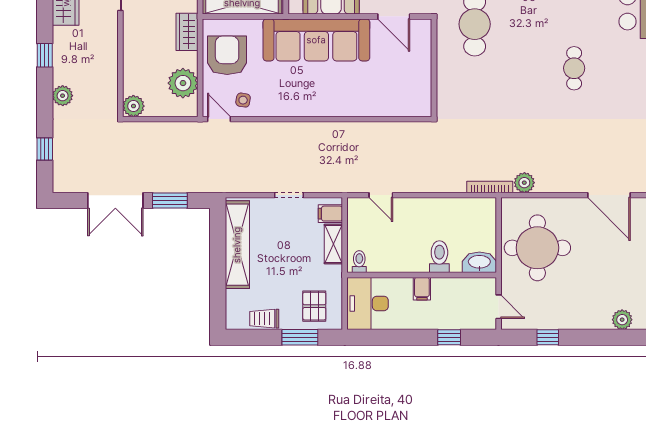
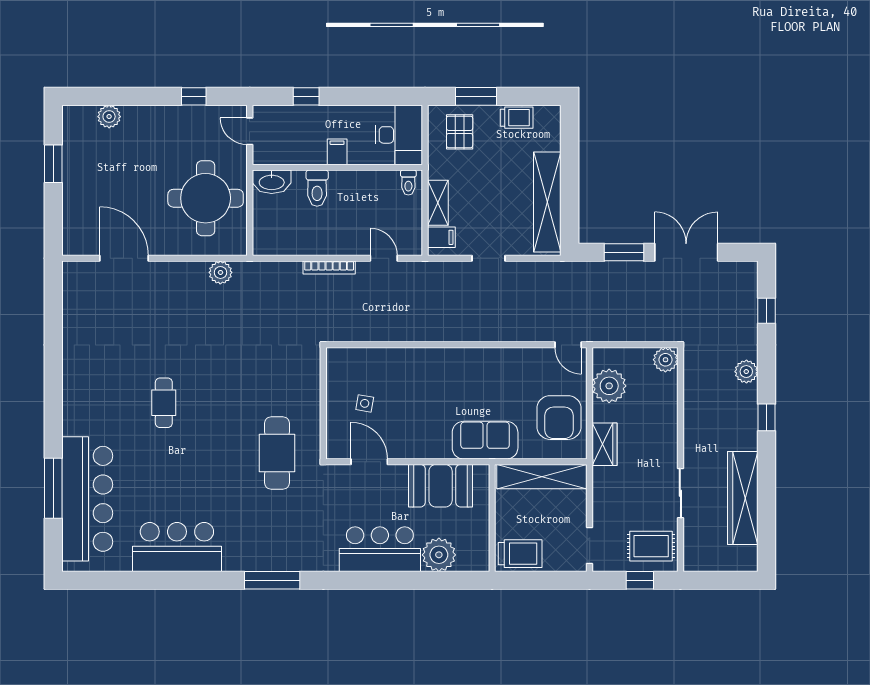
sofa: (316, 40) -> (485, 440), width x0.54, depth x0.79
side table: (243, 100) -> (365, 403), moved
bookcase: (490, 187) -> (329, 267), moved

